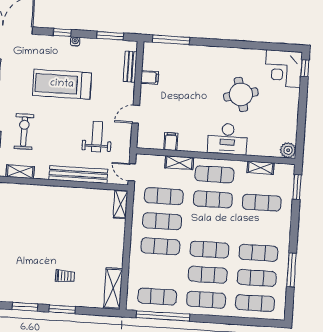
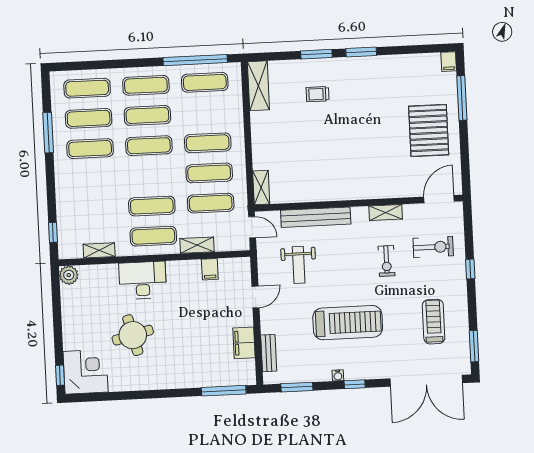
filing cabinet: (150, 77) -> (244, 343), width x2.00
exercise bike: (24, 132) -> (386, 261), width x0.73, depth x0.72
window: (297, 187) -> (53, 232), width x0.67
exercise mat: (262, 203) -> (93, 209), removed

